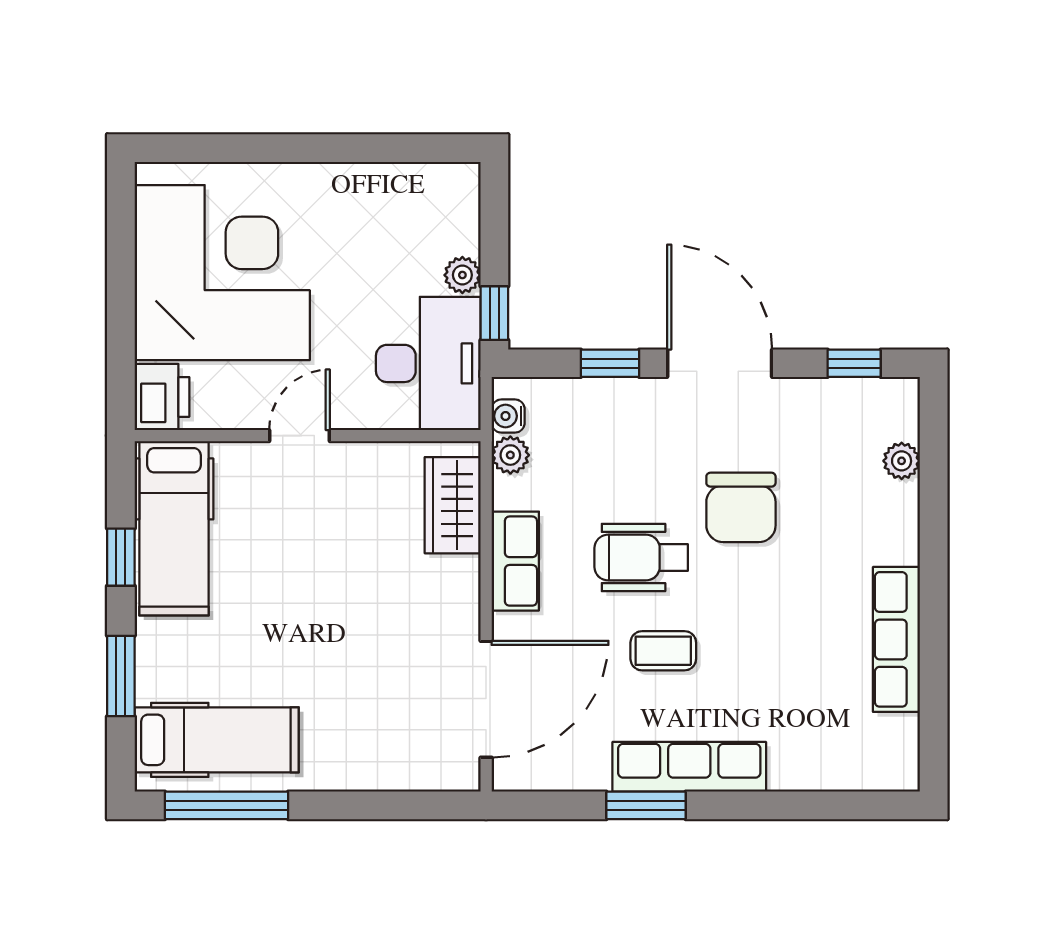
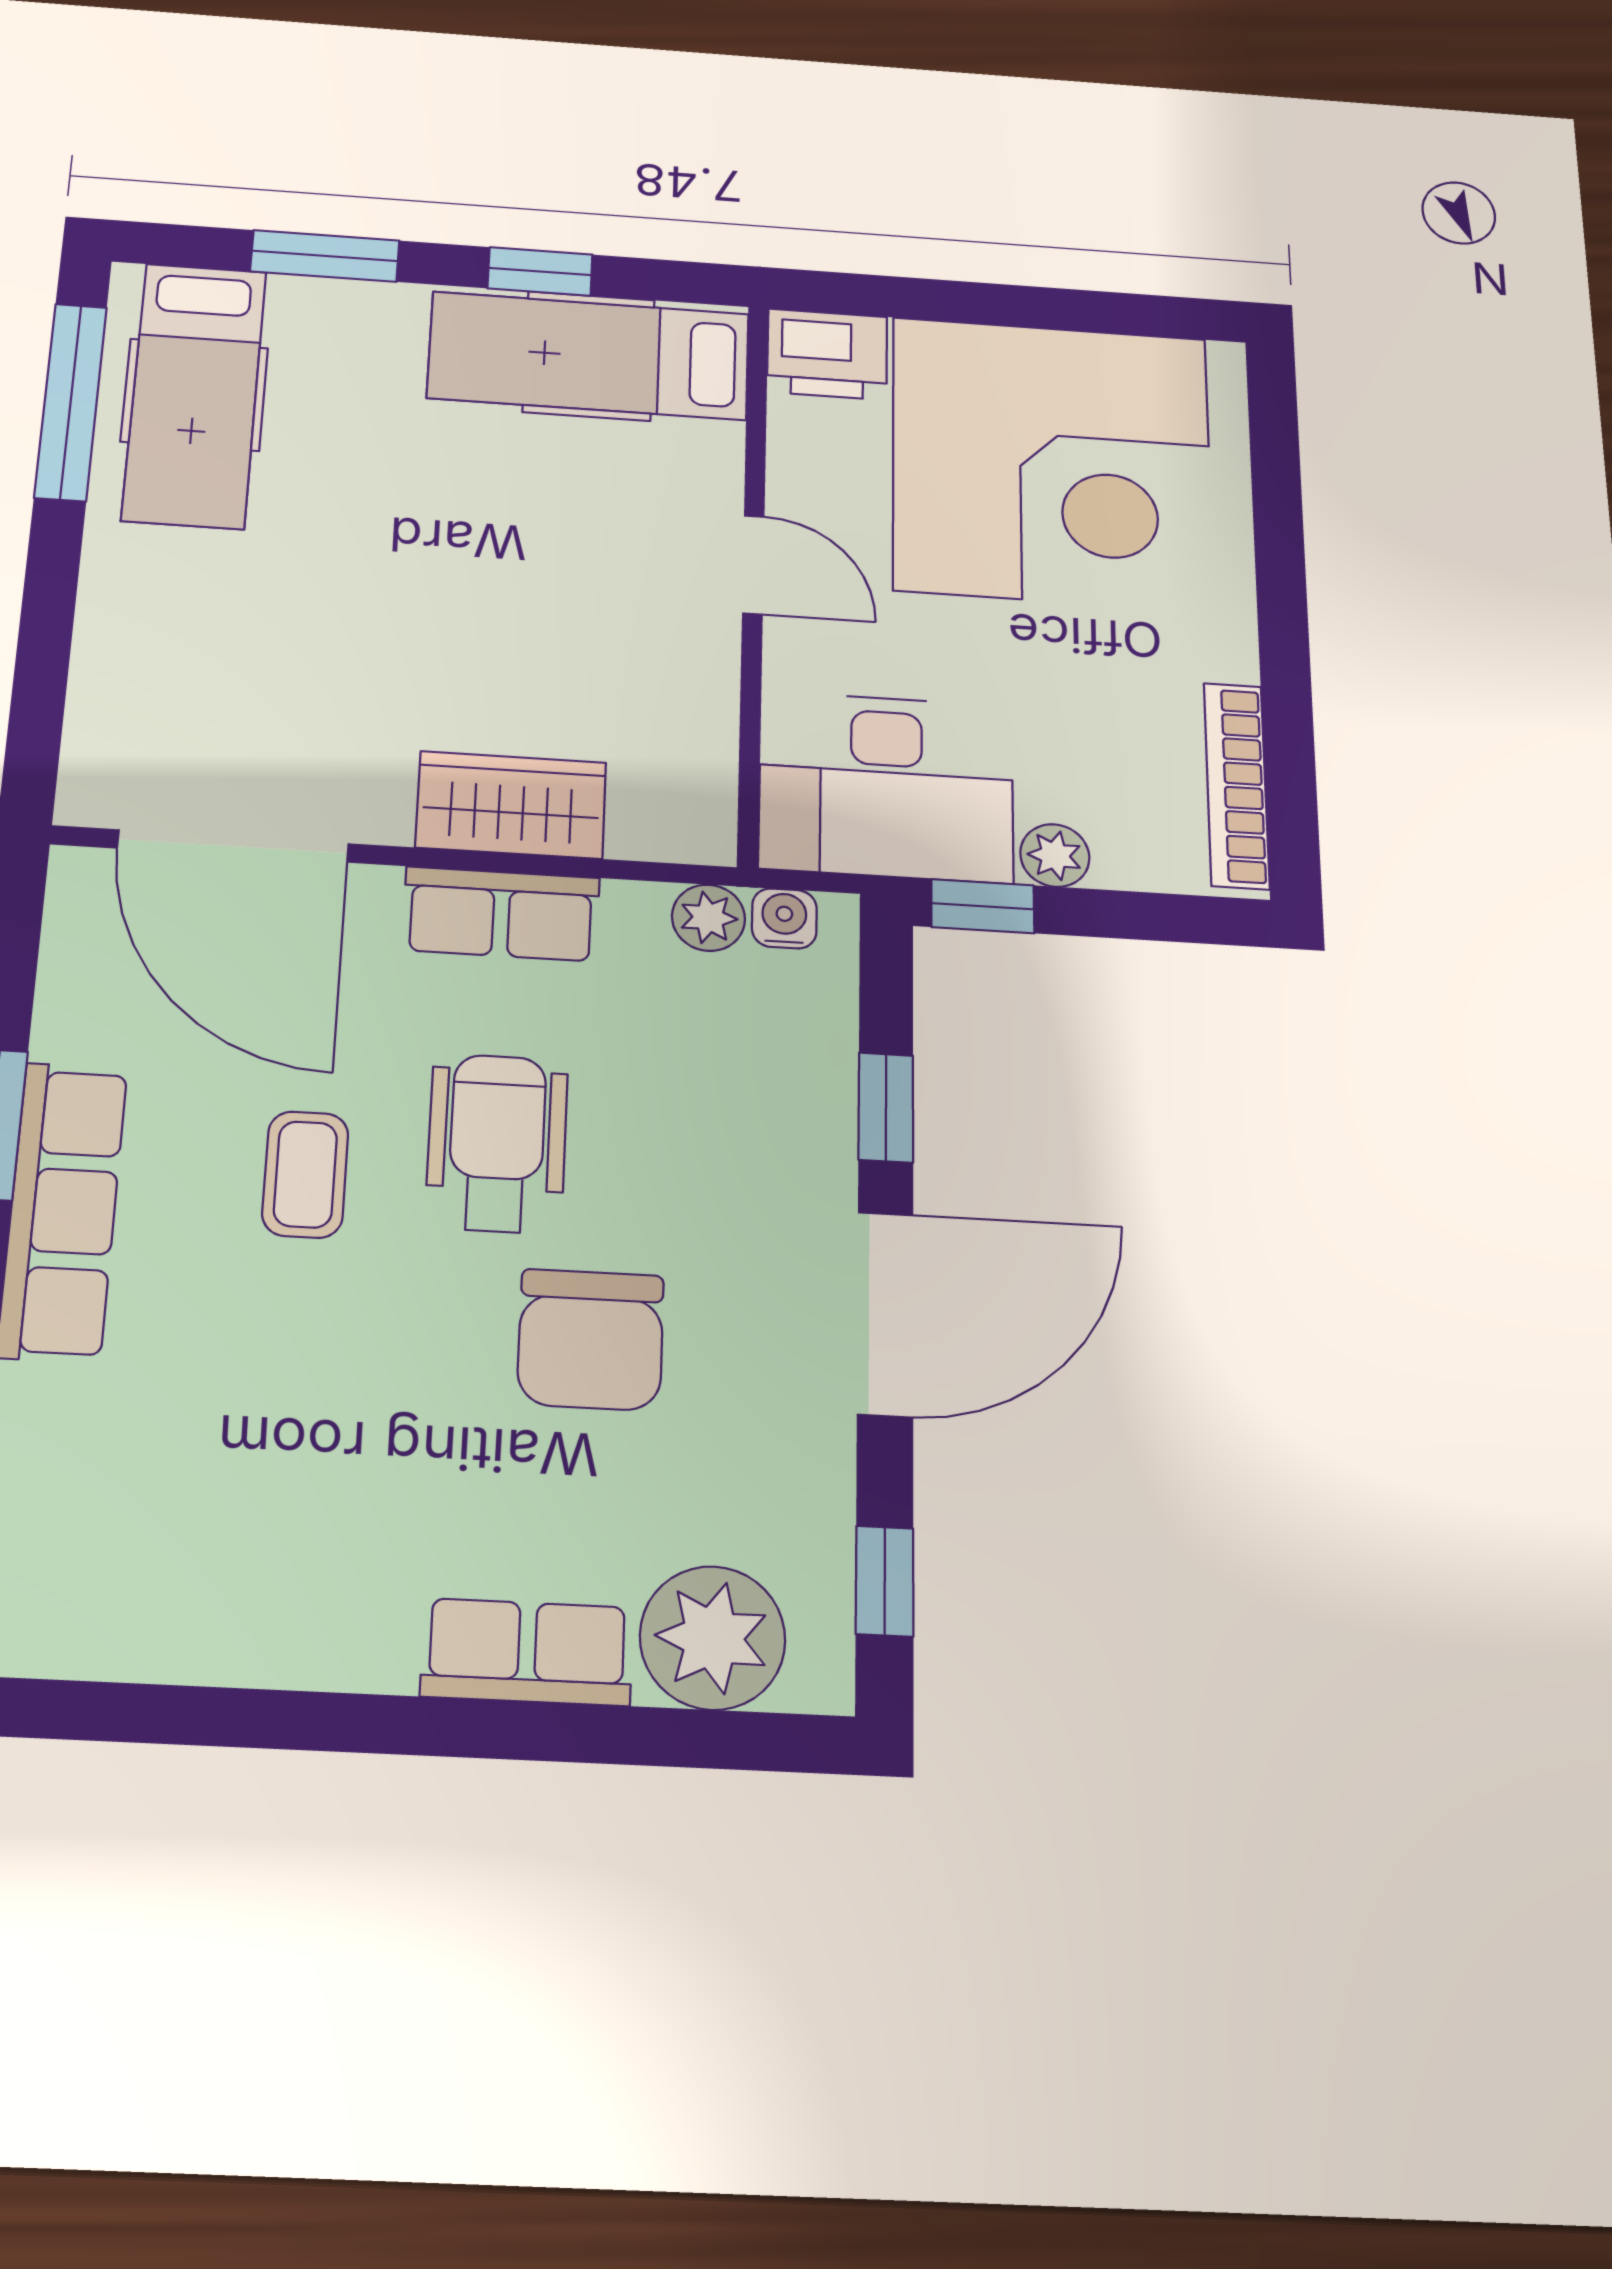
bookcase: (414, 177) -> (1236, 785), added
plant: (902, 461) -> (713, 1638), width x1.88, depth x1.88
wardrobe: (453, 505) -> (511, 805), moved
chair: (741, 507) -> (591, 1340), turned -90
row of seats: (896, 639) -> (527, 1652), moved, width x0.68

